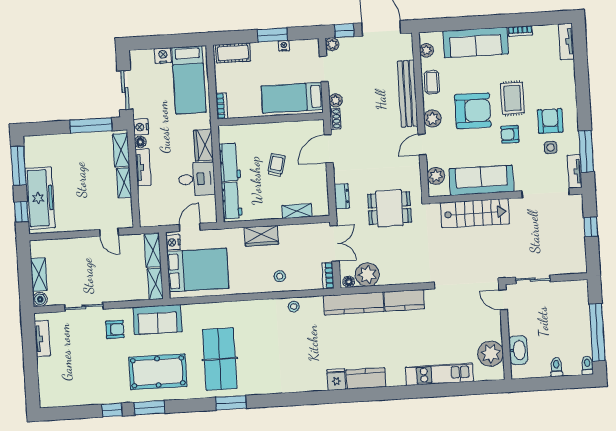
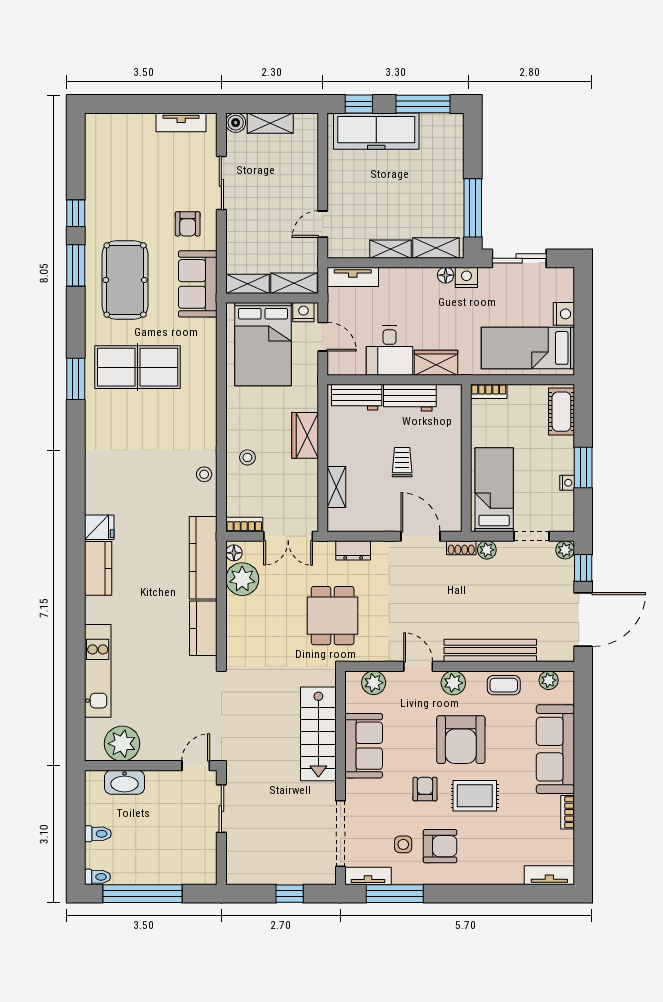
trolley: (276, 165) -> (402, 462), turned -105
tv unit: (143, 167) -> (353, 277), moved
sofa: (481, 180) -> (364, 746), width x0.73

